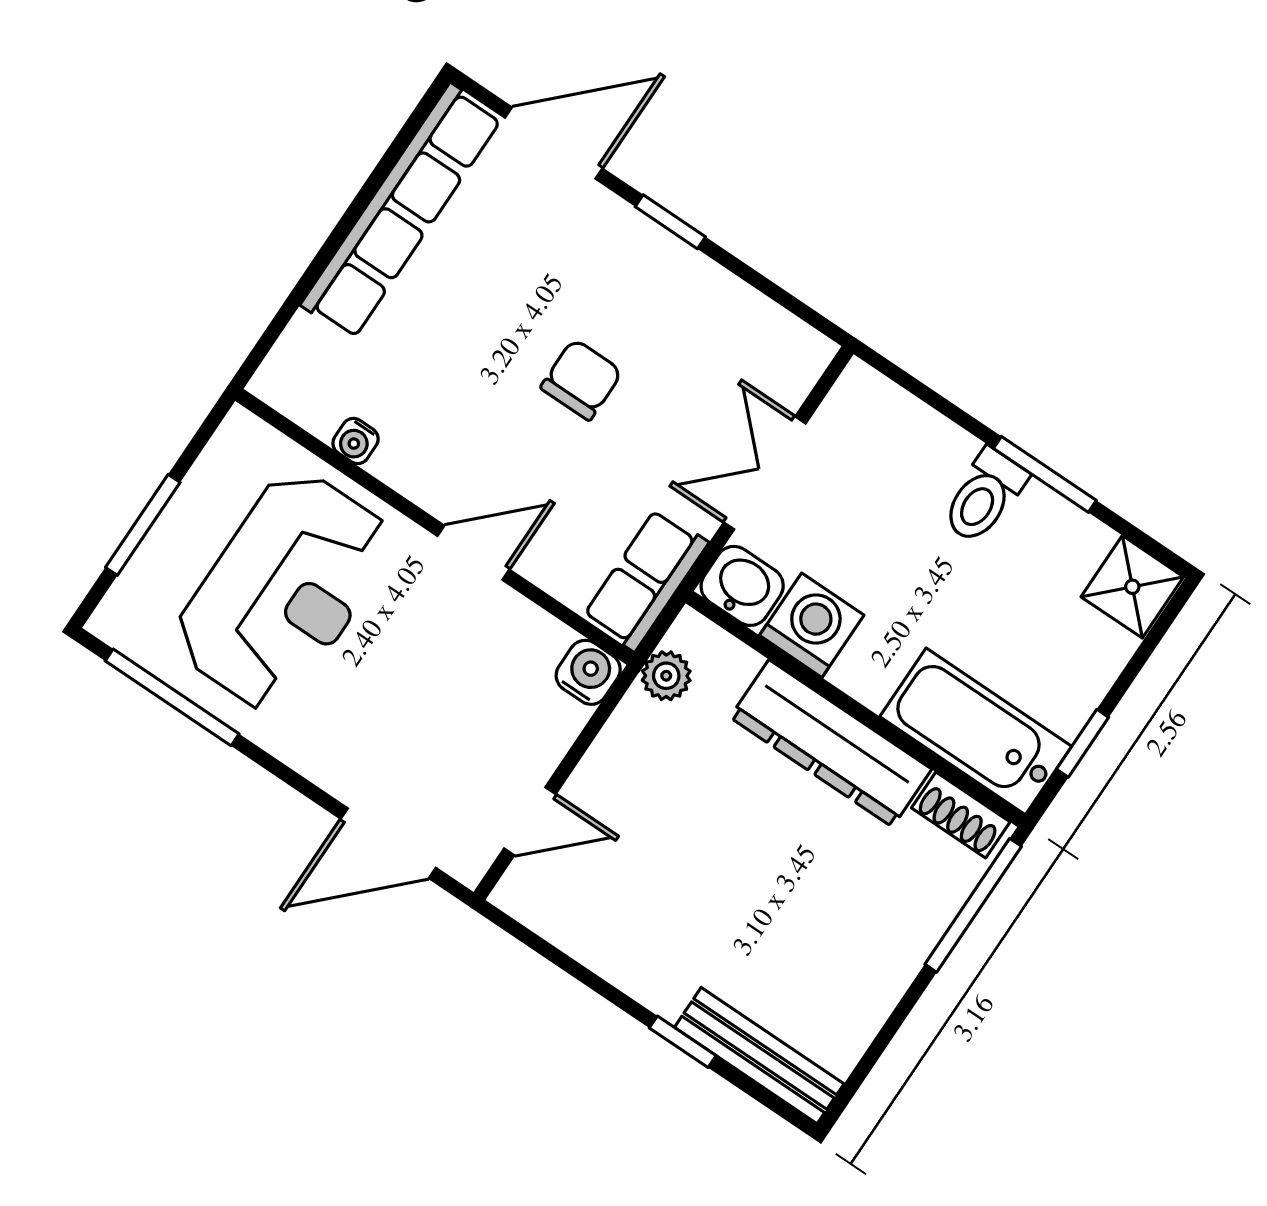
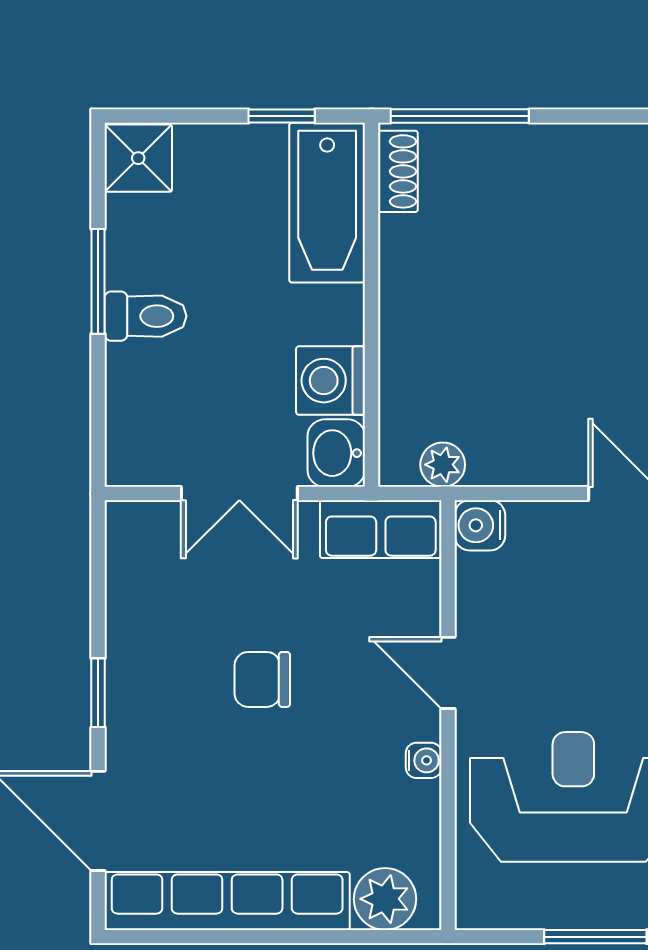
plant: (306, 356) -> (385, 899), added
water cooler: (356, 441) -> (424, 760), moved
dresser: (831, 743) -> (410, 306), removed

